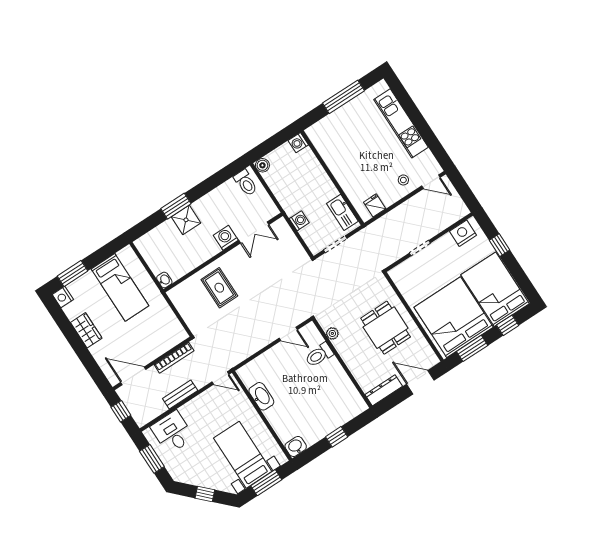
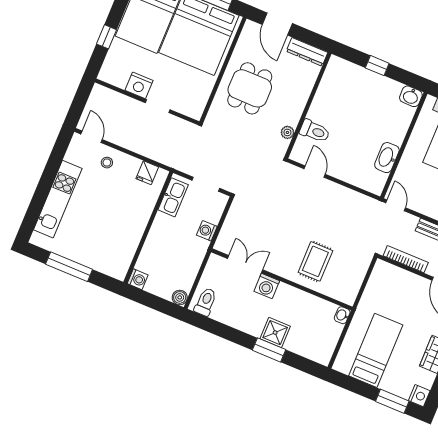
nightstand: (463, 233) -> (139, 85), moved

